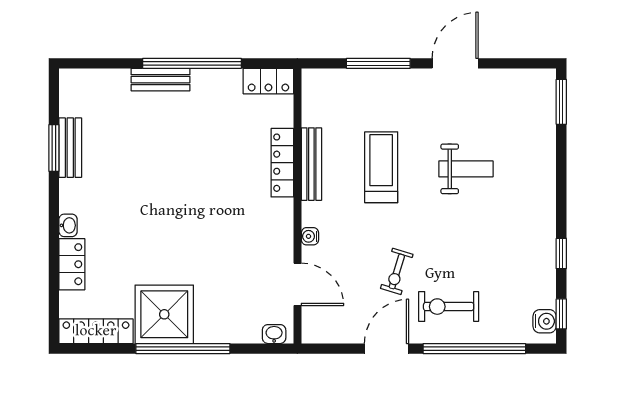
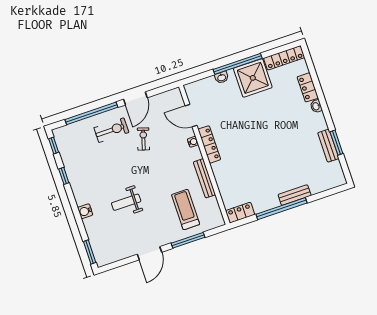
locker: (282, 163) -> (209, 144), moved
treadmill: (381, 167) -> (186, 210), moved, turned 180
water cooler: (545, 321) -> (85, 211), moved
washbasin: (274, 334) -> (222, 77), moved

